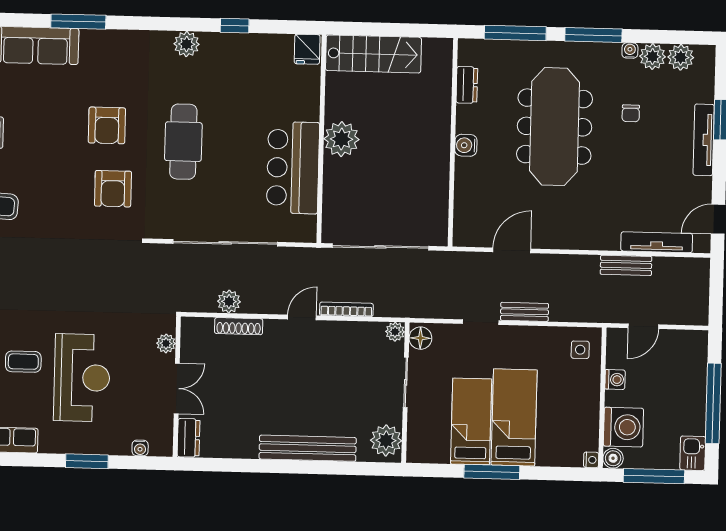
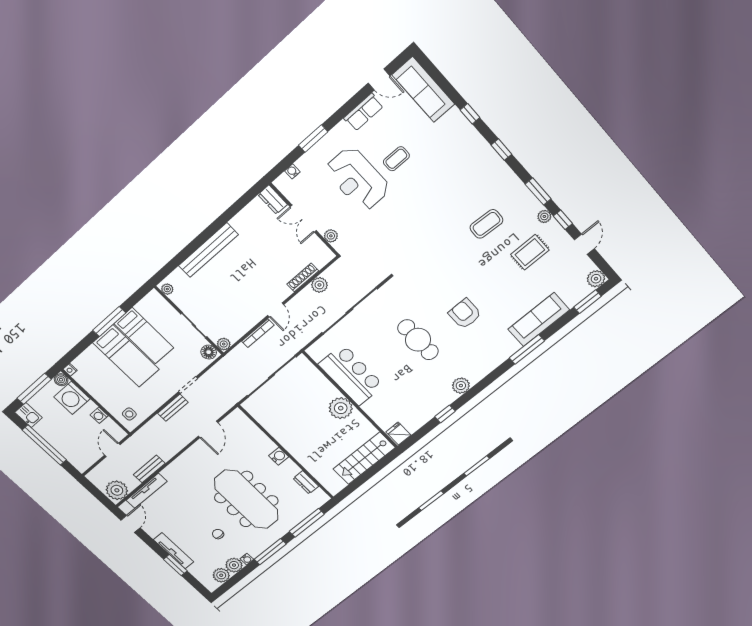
armchair: (113, 189) -> (432, 286), removed
plant: (690, 274) -> (117, 490), added
plant: (386, 440) -> (167, 289), width x0.53, depth x0.53

